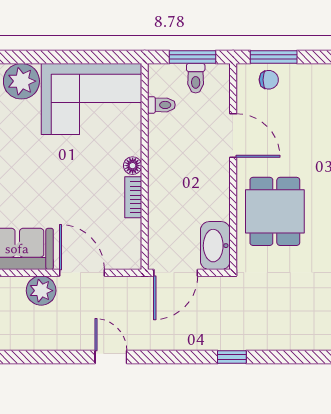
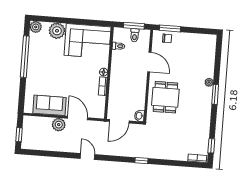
washbasin: (215, 246) -> (139, 116), width x0.52, depth x0.69

